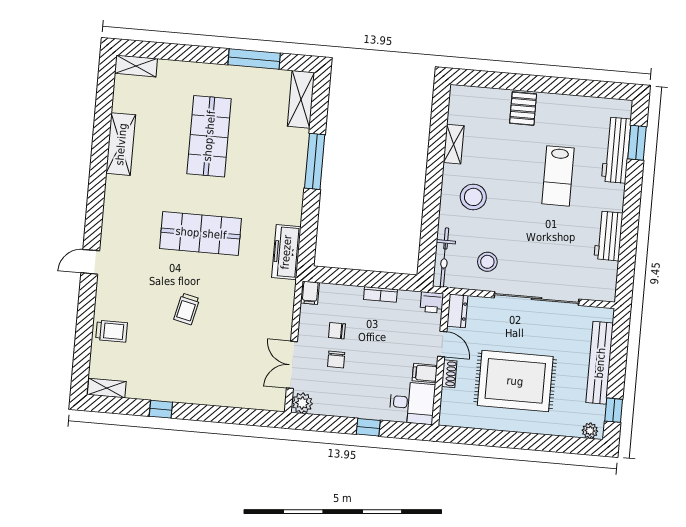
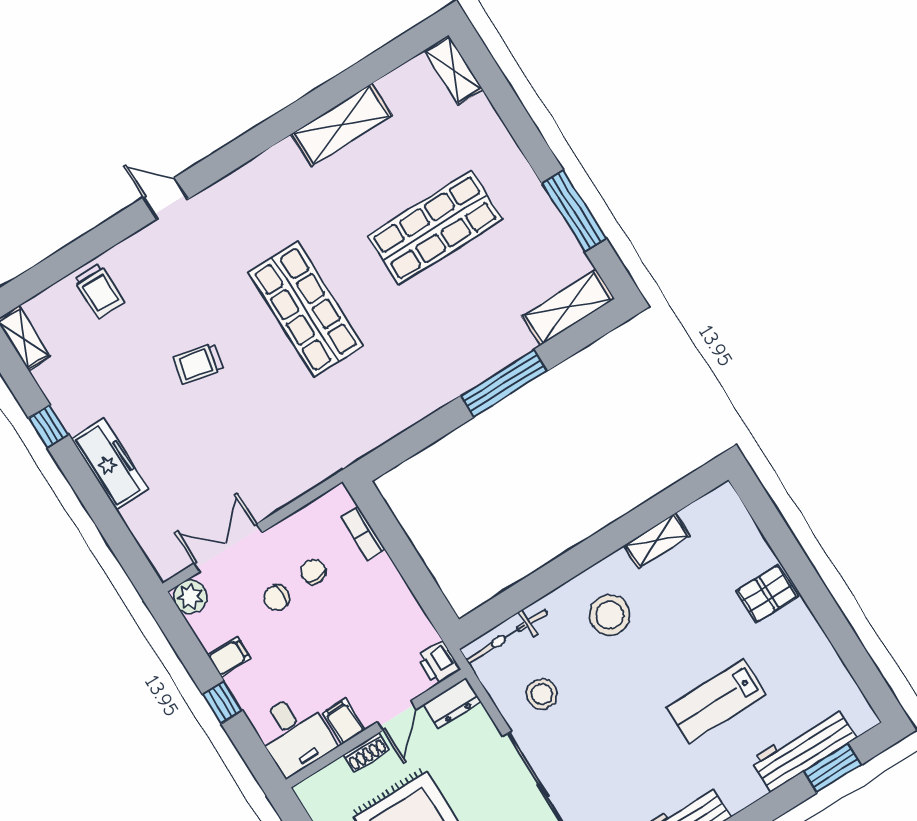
freezer: (286, 252) -> (110, 464), moved, turned 90
filing cabinet: (310, 293) -> (229, 657), moved, turned 180
bookcase: (380, 294) -> (363, 533), moved

